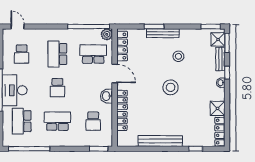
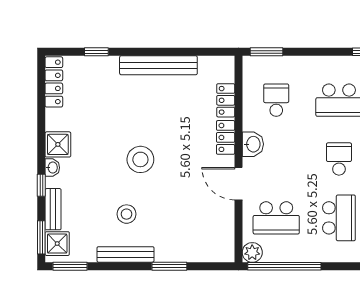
bench: (163, 33) -> (126, 254), moved
locker: (122, 46) -> (226, 232), removed
shower: (218, 108) -> (58, 144), moved

